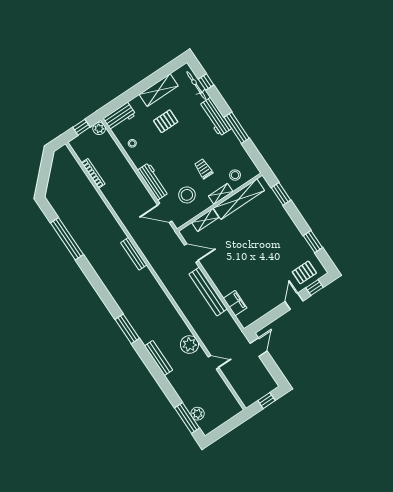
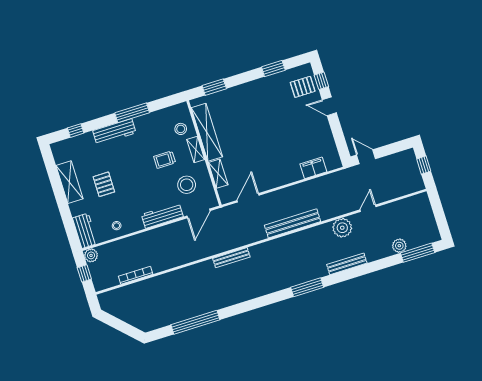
bicycle: (196, 85) -> (76, 142), removed
pallet: (304, 272) -> (303, 87), turned 90
bench: (208, 292) -> (293, 223), moved
plant: (198, 414) -> (399, 246), moved

